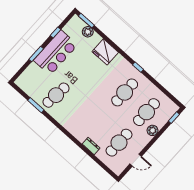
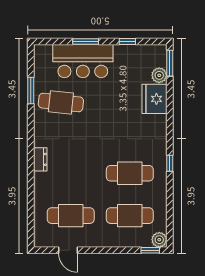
fridge: (105, 52) -> (154, 99), moved
bar counter: (56, 53) -> (83, 61), moved
plant: (152, 130) -> (159, 240), moved
dresser: (91, 146) -> (40, 159), moved

